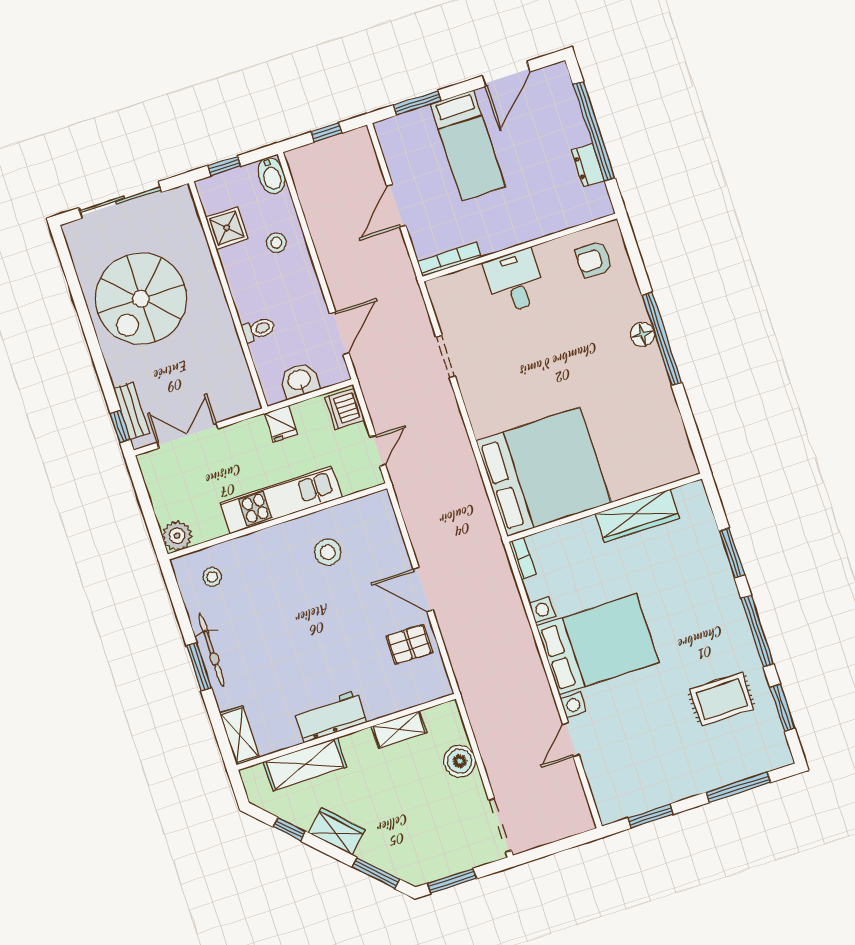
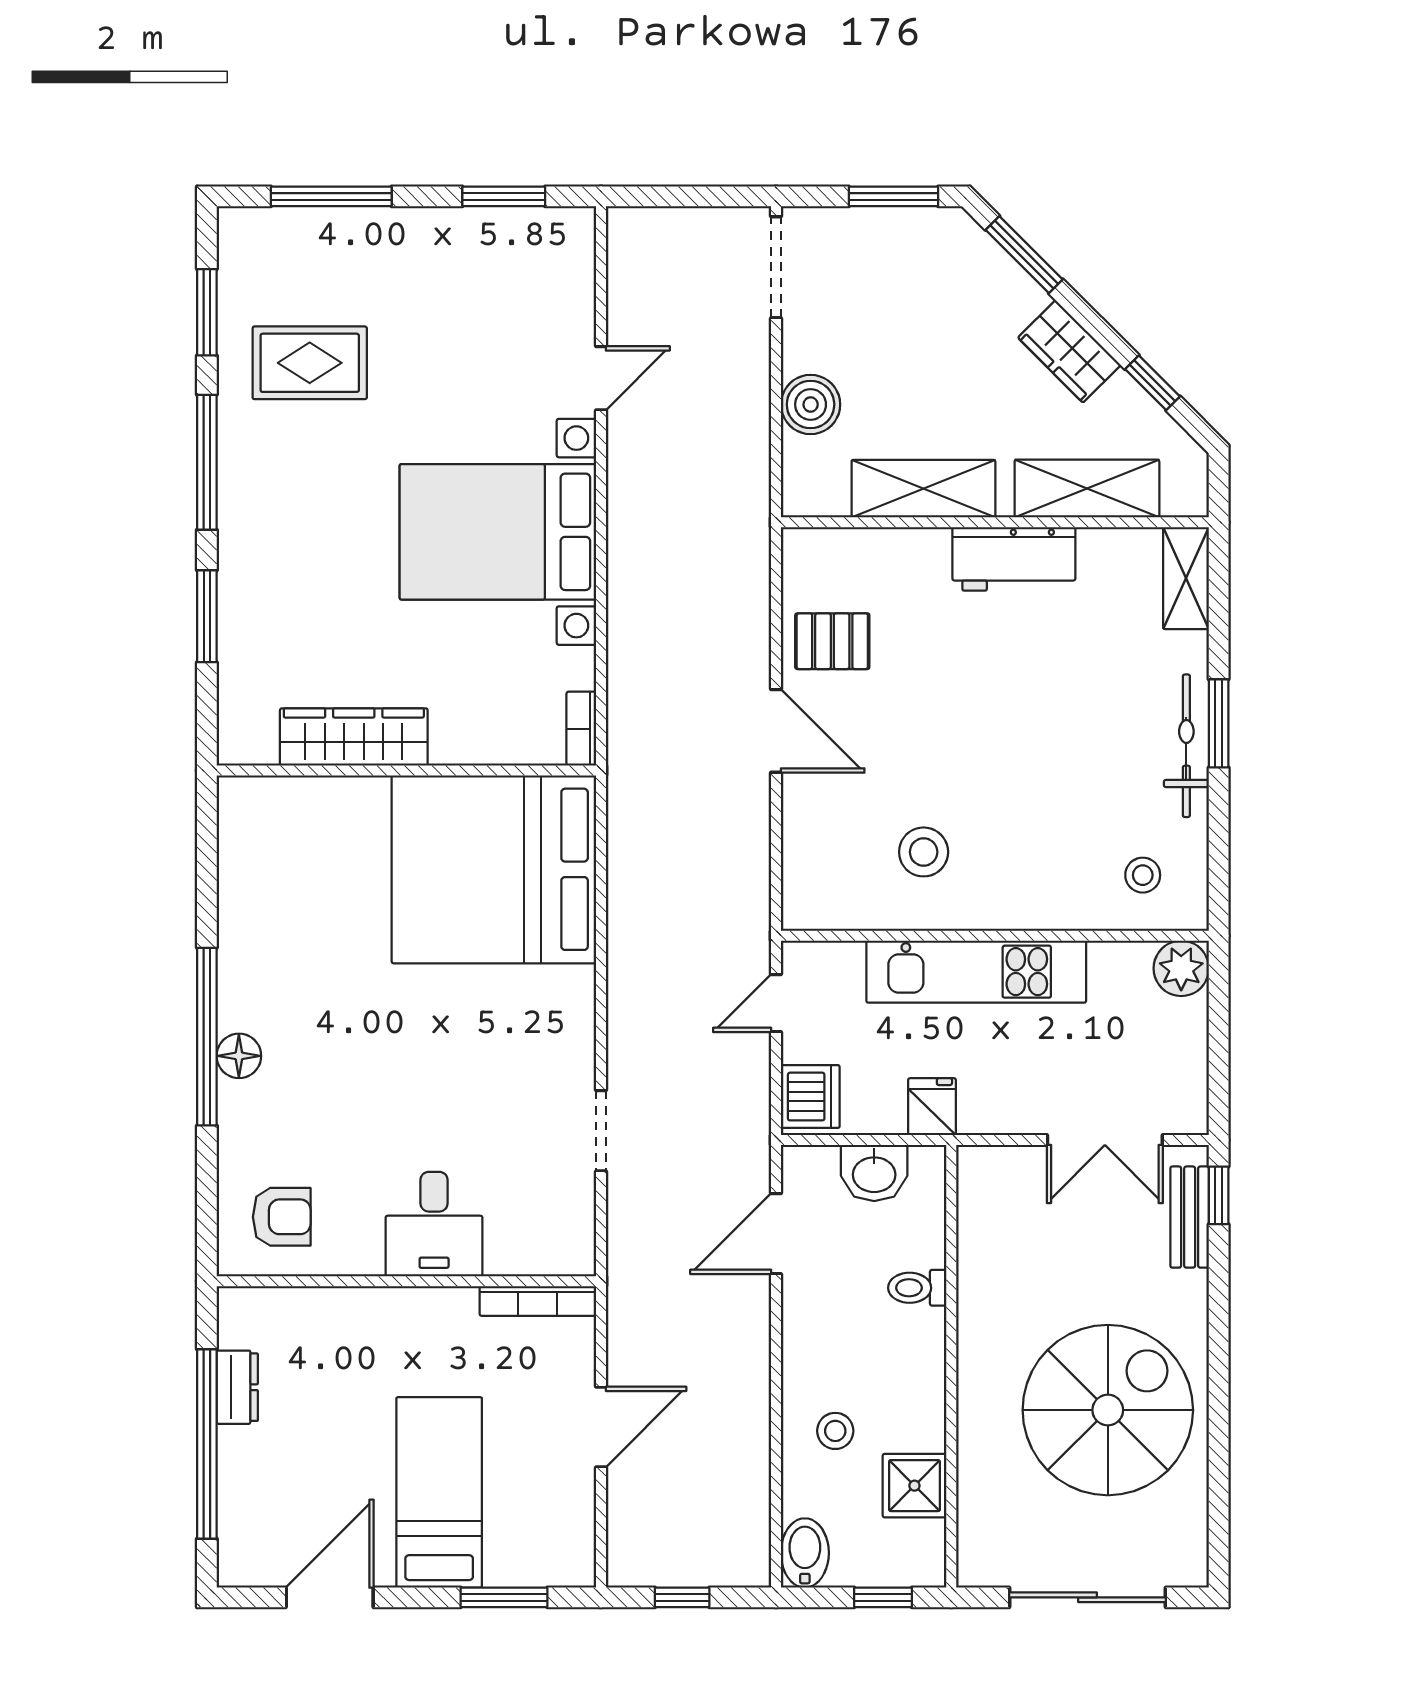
shelving: (399, 729) -> (923, 489), width x1.50, depth x1.33

